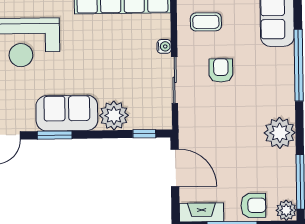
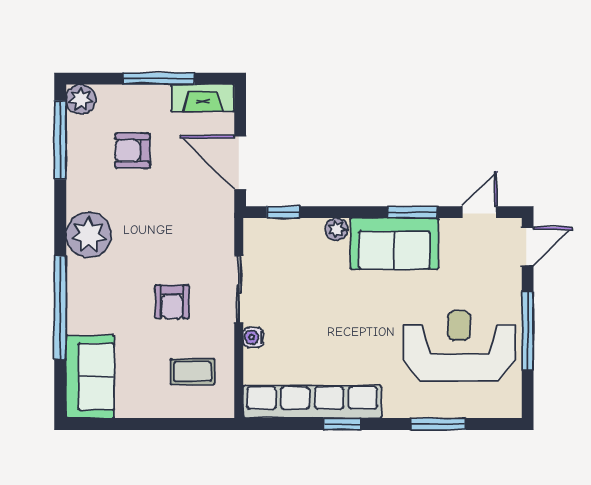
plant: (114, 116) -> (337, 229), width x0.53, depth x0.53
plant: (280, 133) -> (89, 235), moved
armchair: (253, 205) -> (133, 151), moved

